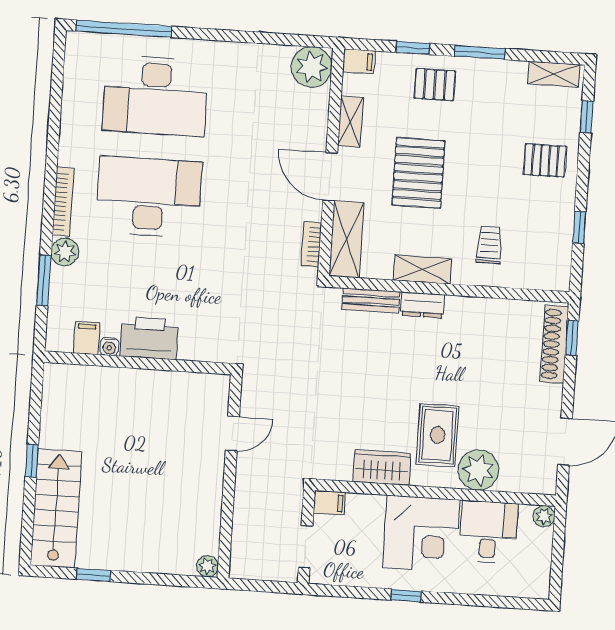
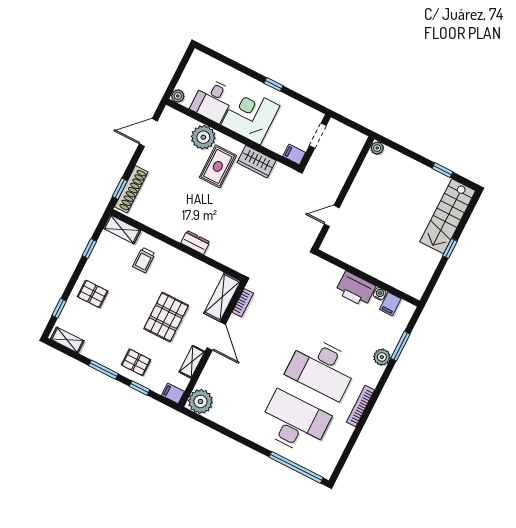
bookcase: (63, 202) -> (361, 406), moved
shelving: (422, 269) -> (122, 229), moved
bench: (371, 301) -> (223, 257), removed

